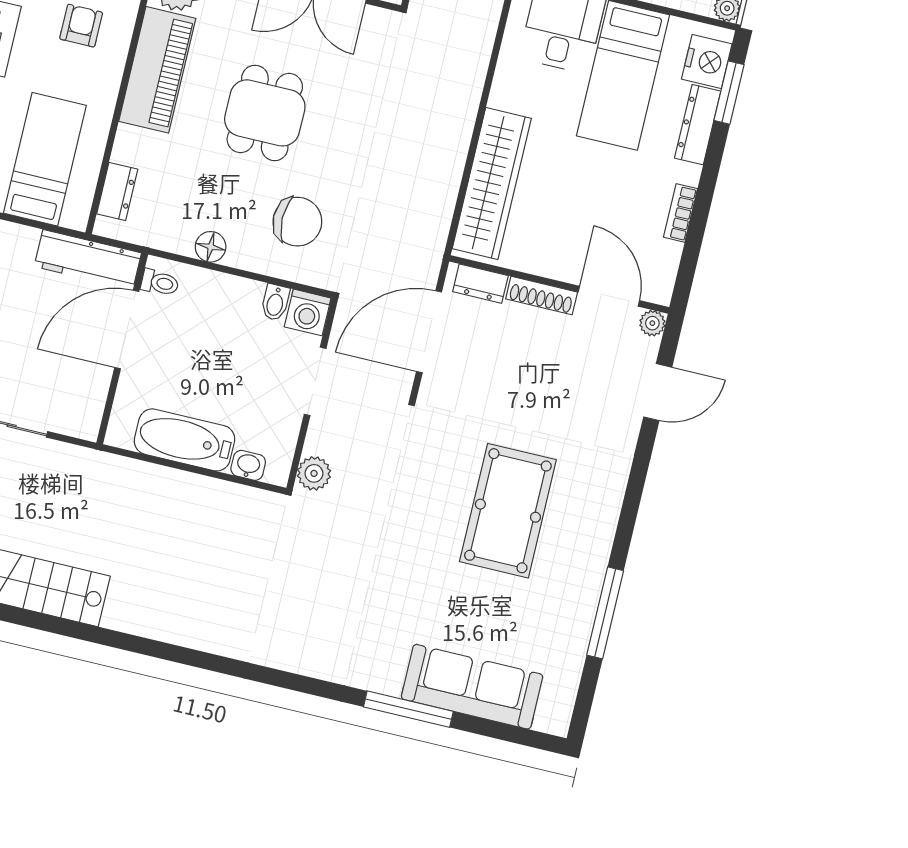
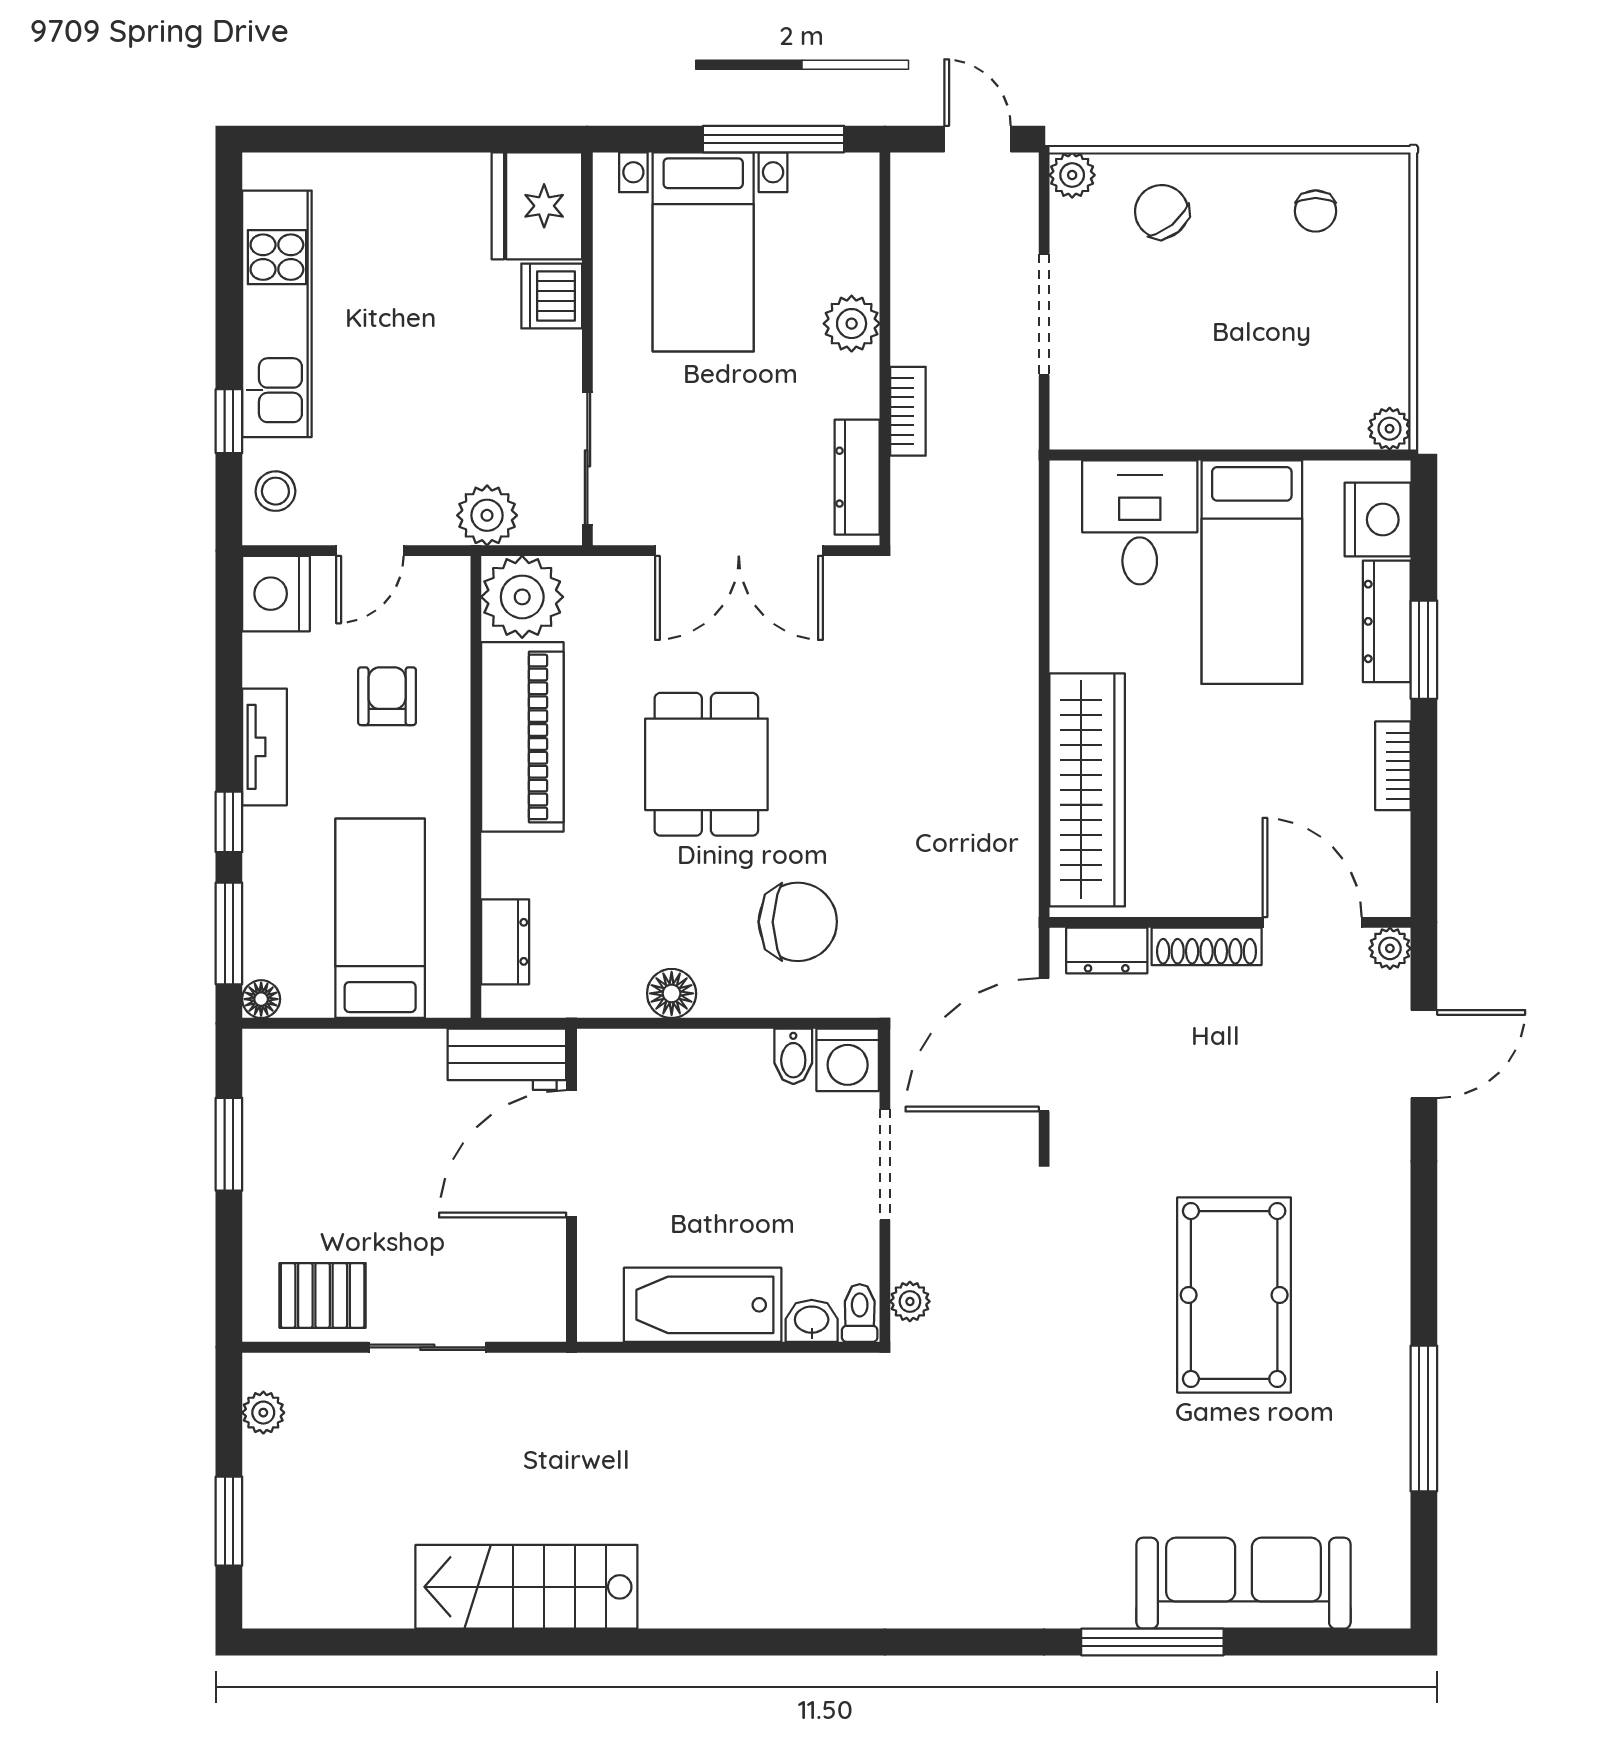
window: (729, 93) -> (1424, 650), moved
workbench: (88, 260) -> (507, 1059), width x0.73
toilet: (160, 283) -> (860, 1313), moved, turned -90
plant: (314, 473) -> (910, 1301), width x0.73, depth x0.73

